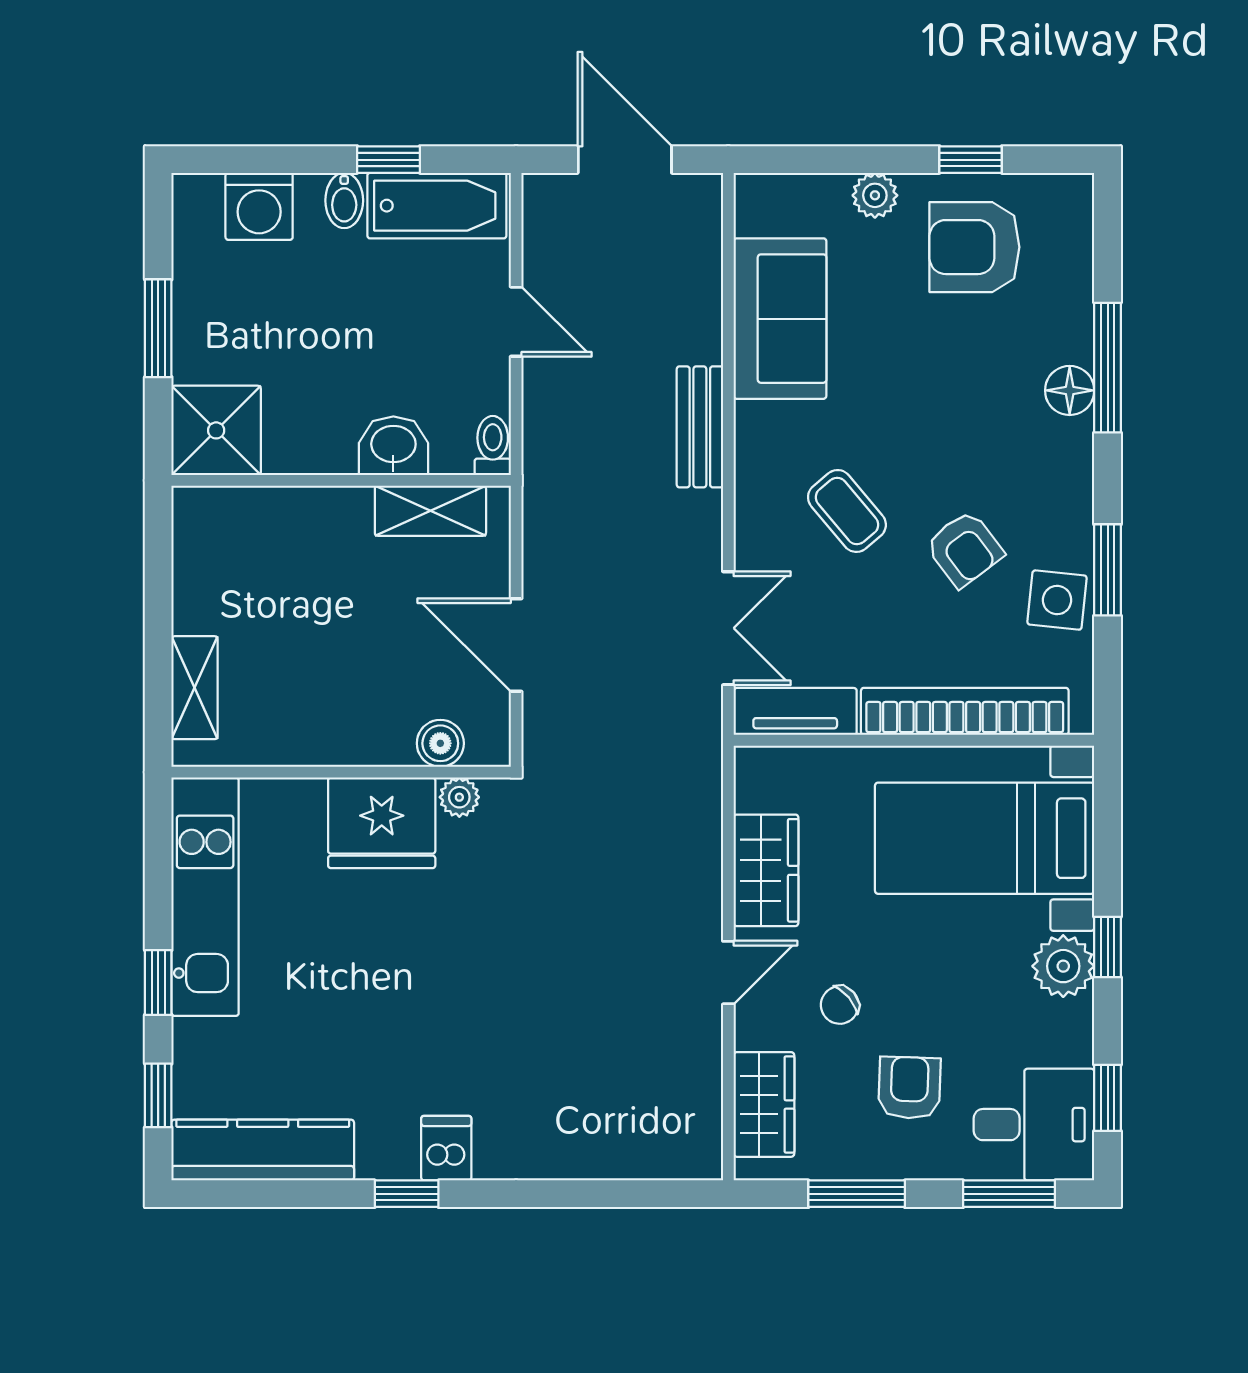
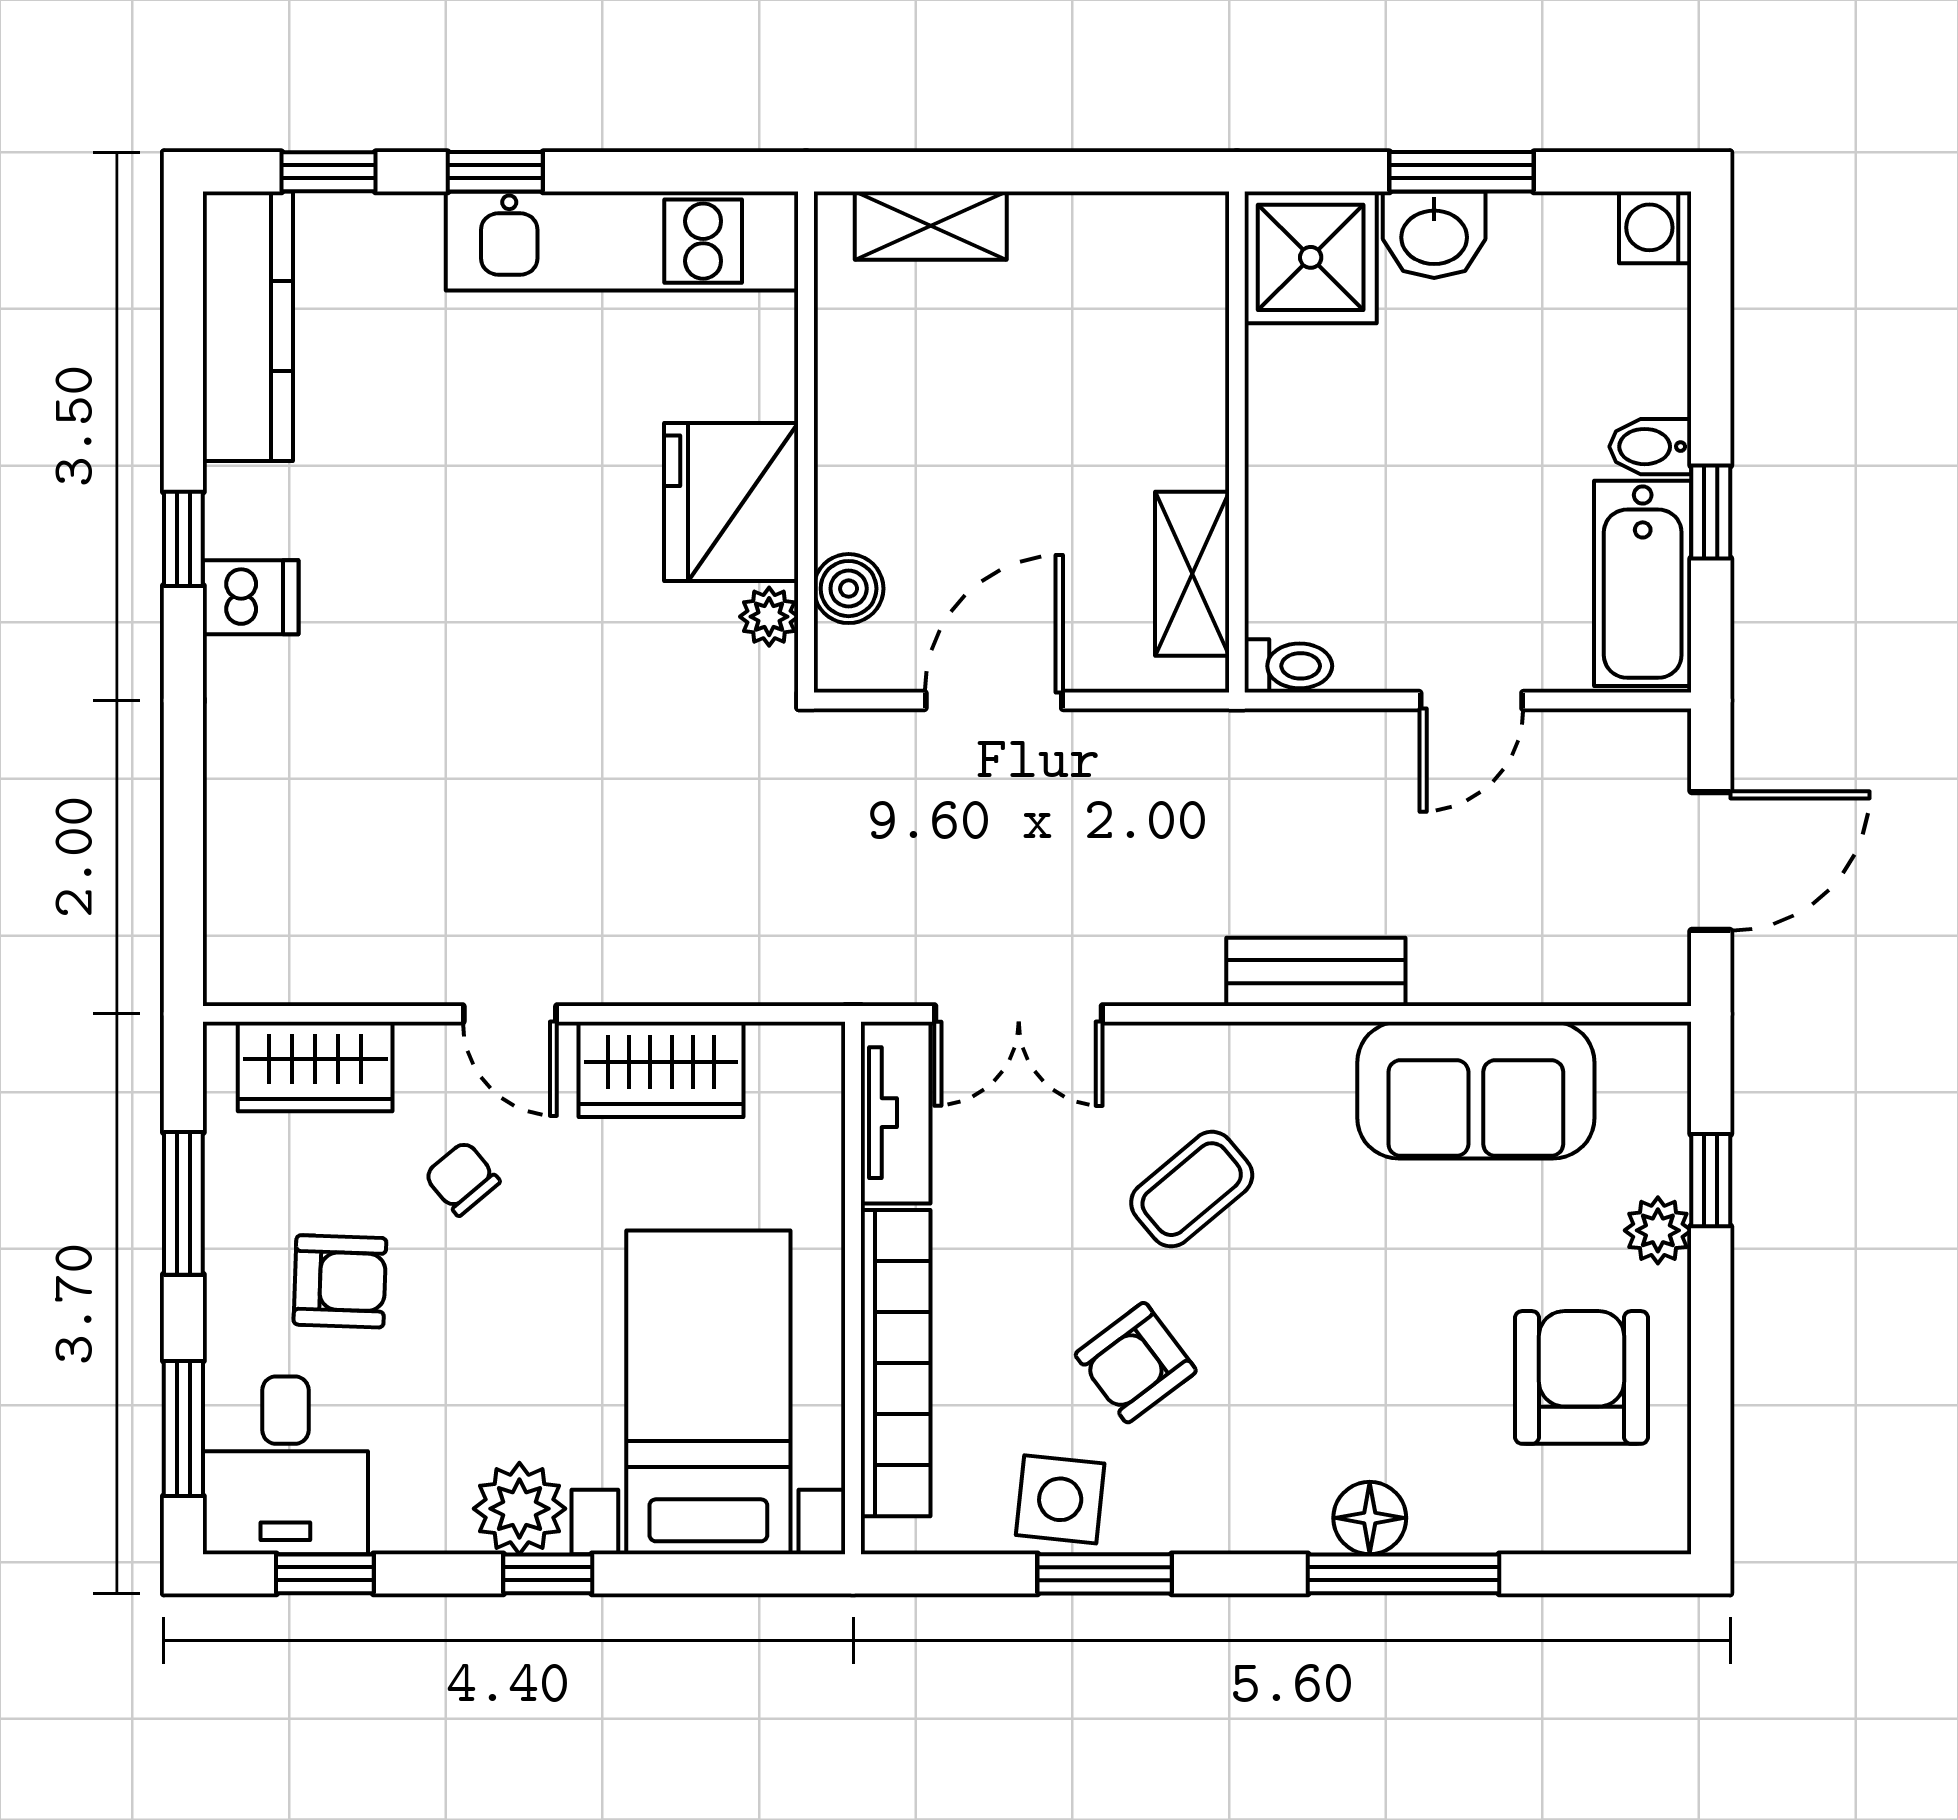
window: (971, 160) -> (1711, 1180), moved
washing machine: (259, 206) -> (1655, 227), moved, width x0.73, depth x0.73
washbasin: (393, 446) -> (1434, 235), moved, turned 90

